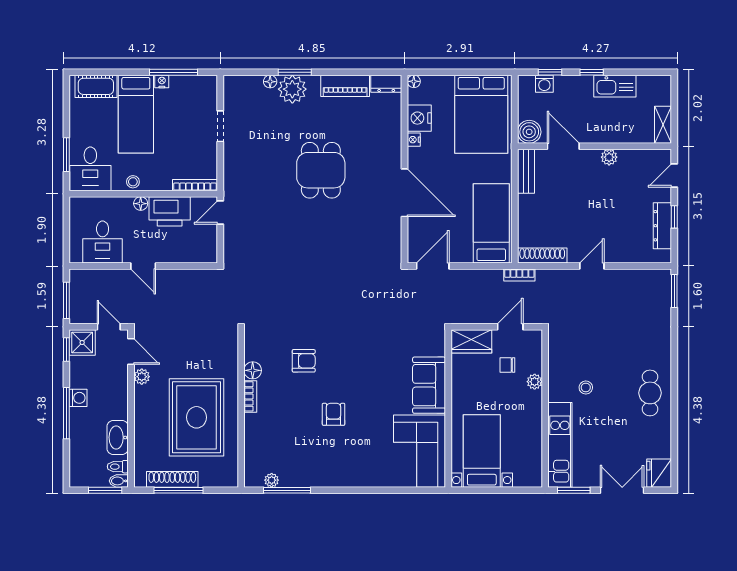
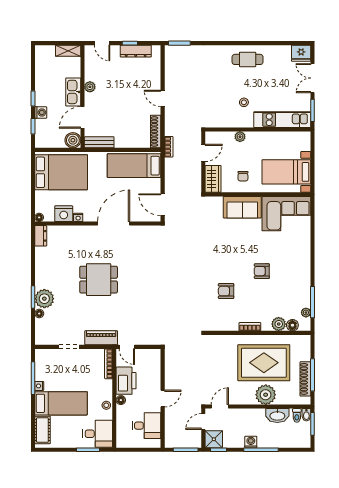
washing machine: (544, 84) -> (41, 113), moved
piano: (345, 86) -> (101, 338), moved, turned -90
kitchen sink: (615, 86) -> (73, 92), moved, turned 180
door: (510, 327) -> (203, 153), swing flipped
armchair: (304, 361) -> (226, 291), turned -90
chair: (507, 365) -> (243, 176), moved
floor lamp: (253, 370) -> (292, 325), moved
plant: (142, 377) -> (266, 395), moved, width x1.88, depth x1.88
plant: (254, 440) -> (279, 324), added

